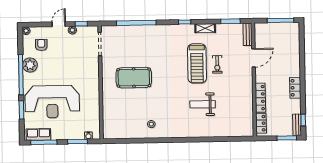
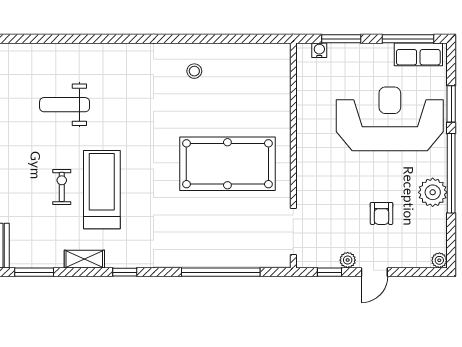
armchair: (41, 45) -> (382, 213), moved
pool table: (134, 78) -> (227, 164), width x1.36, depth x1.32
weight bench: (203, 104) -> (65, 105), moved, turned 180

